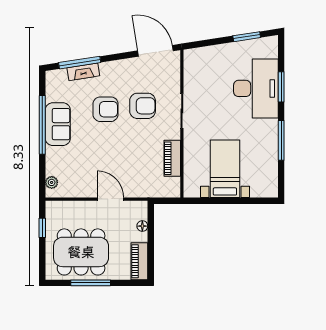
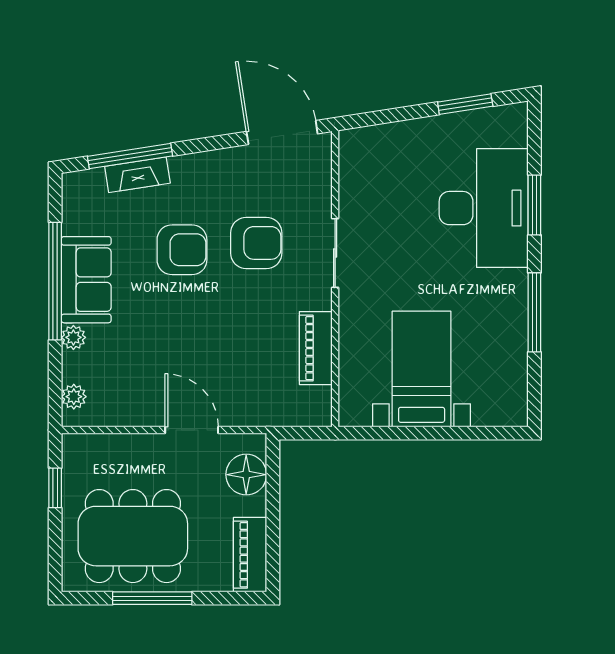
plant: (51, 153) -> (73, 337), added
floor lamp: (142, 226) -> (246, 475), width x1.89, depth x1.89

